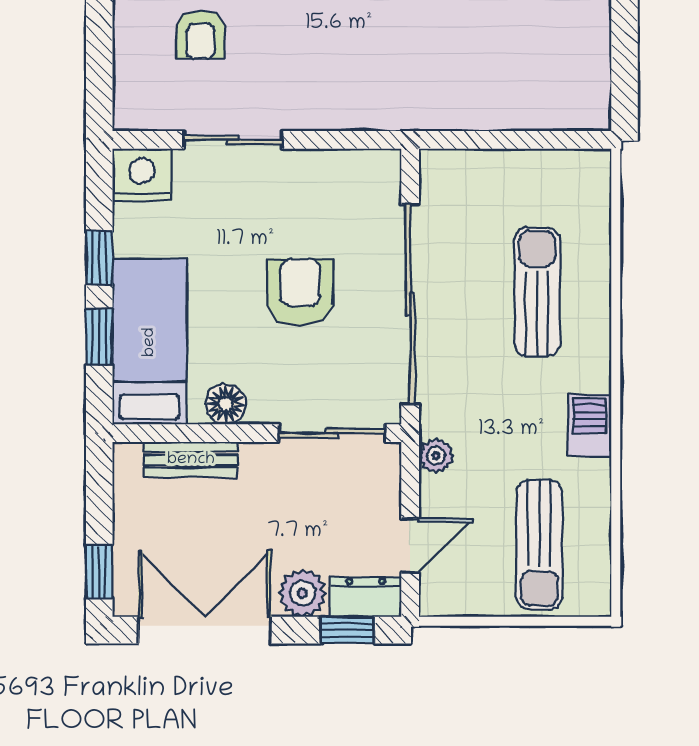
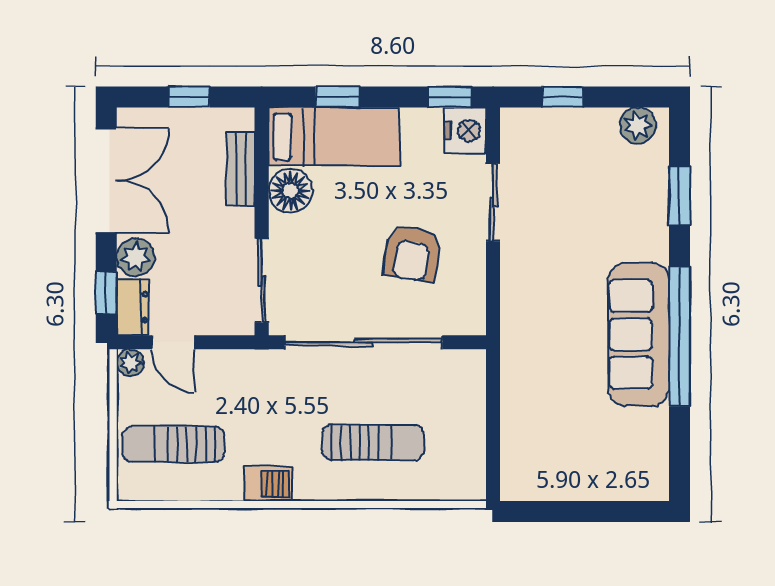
armchair: (200, 35) -> (576, 177), removed
window: (99, 52) -> (563, 97), added
window: (99, 258) -> (450, 97), moved
armchair: (300, 292) -> (412, 253), moved, turned 99
floor lamp: (226, 404) -> (290, 191), width x1.38, depth x1.38
plant: (436, 456) -> (130, 363), moved
window: (99, 572) -> (189, 97), moved

